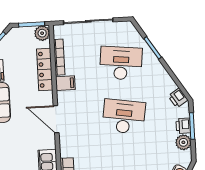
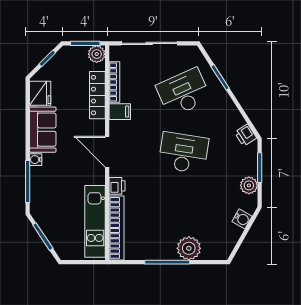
desk: (121, 63) -> (183, 93), turned -30
printer: (183, 126) -> (117, 186), moved, turned 180

